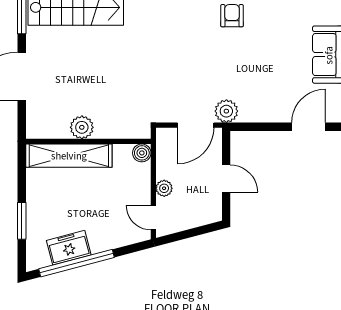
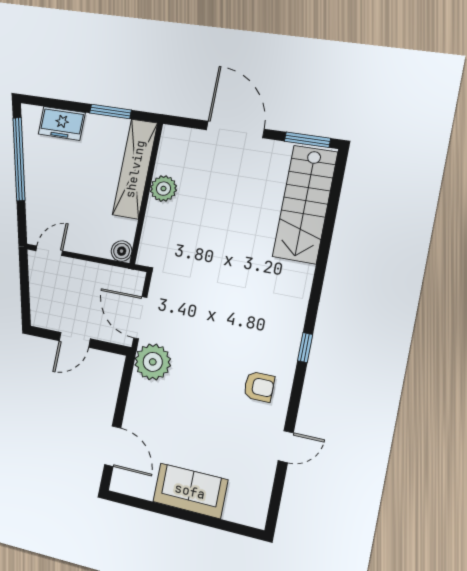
plant: (226, 111) -> (153, 362), width x1.36, depth x1.36
plant: (164, 188) -> (78, 269), removed
window: (22, 221) -> (110, 112), moved
freezer: (69, 248) -> (62, 123), moved, turned 105

